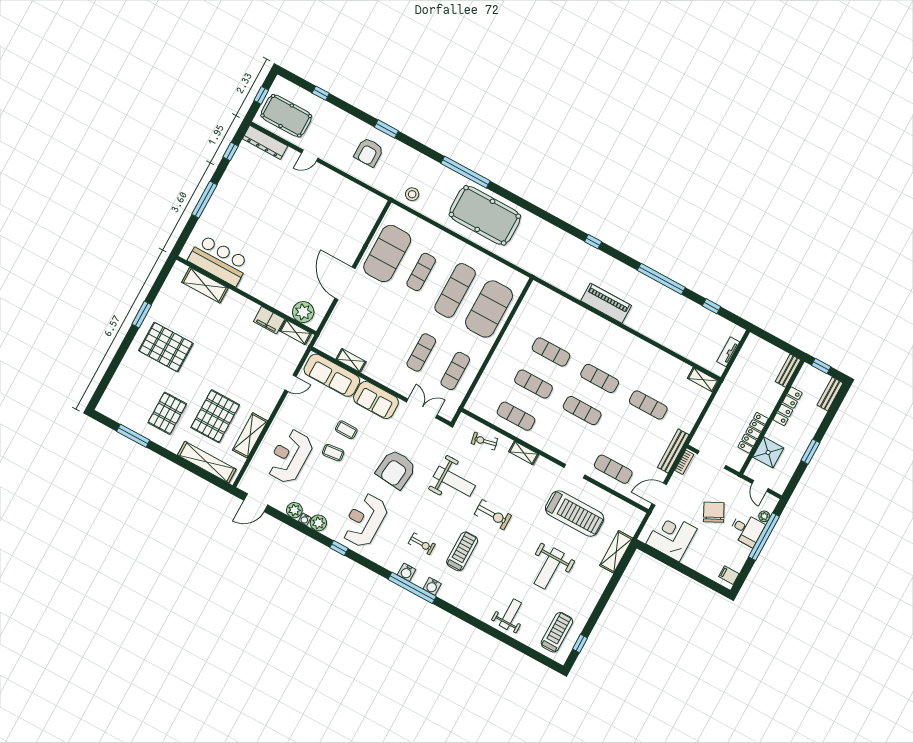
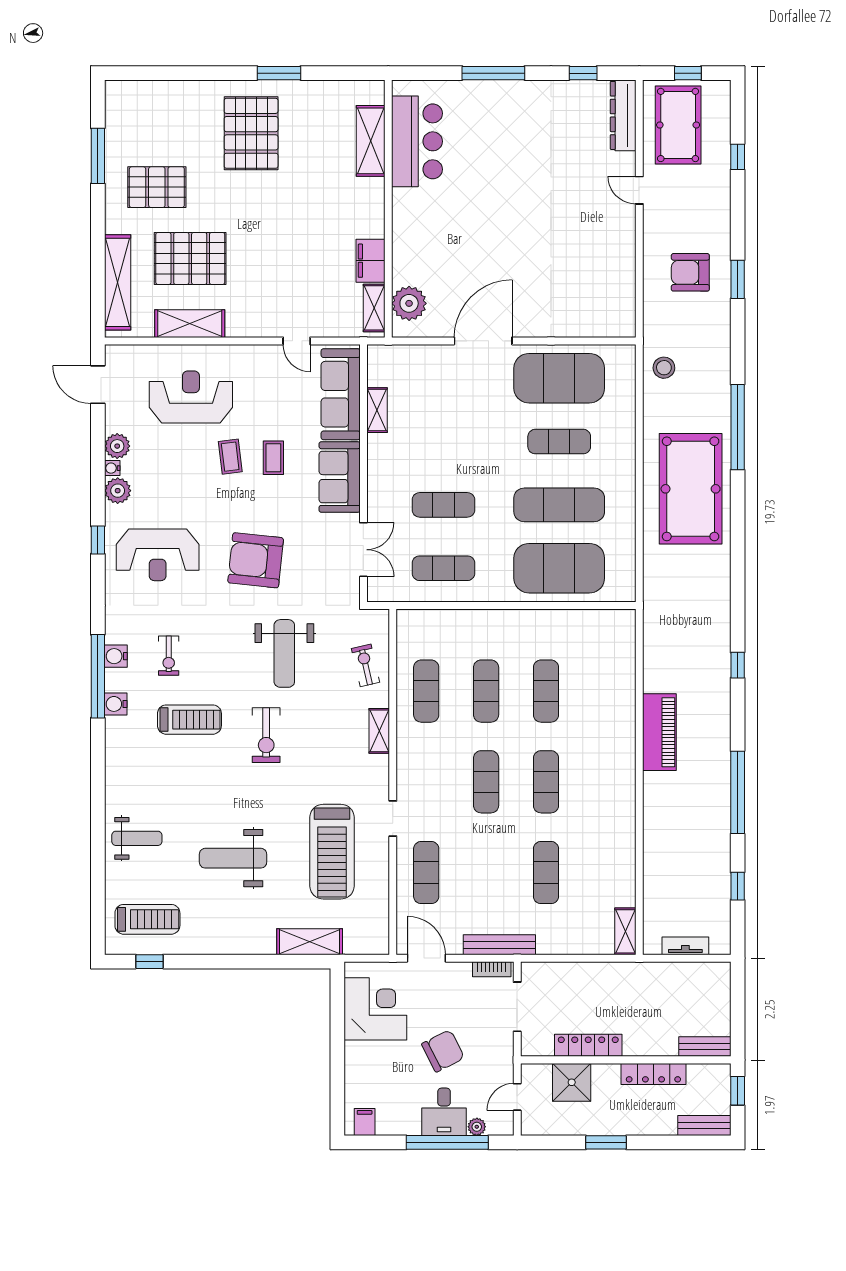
reception desk: (365, 520) -> (158, 555), turned 180

